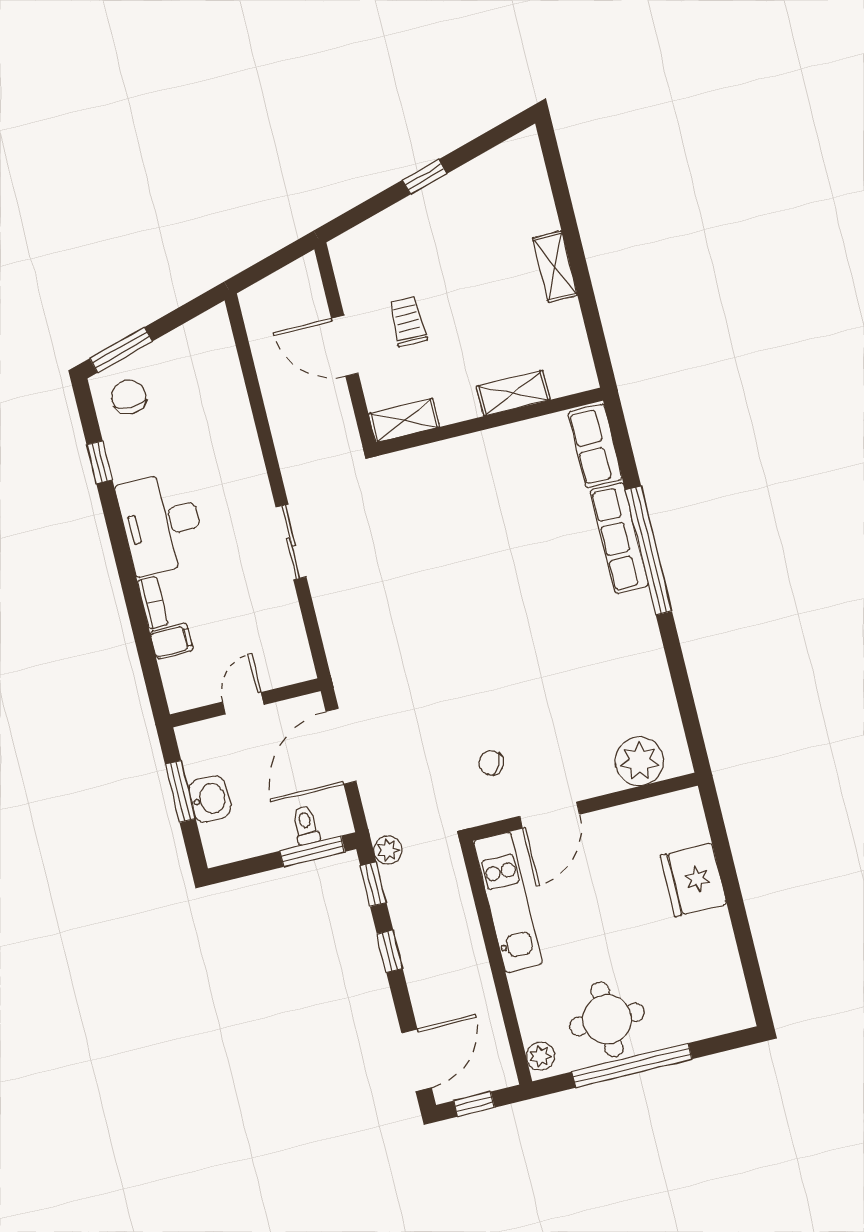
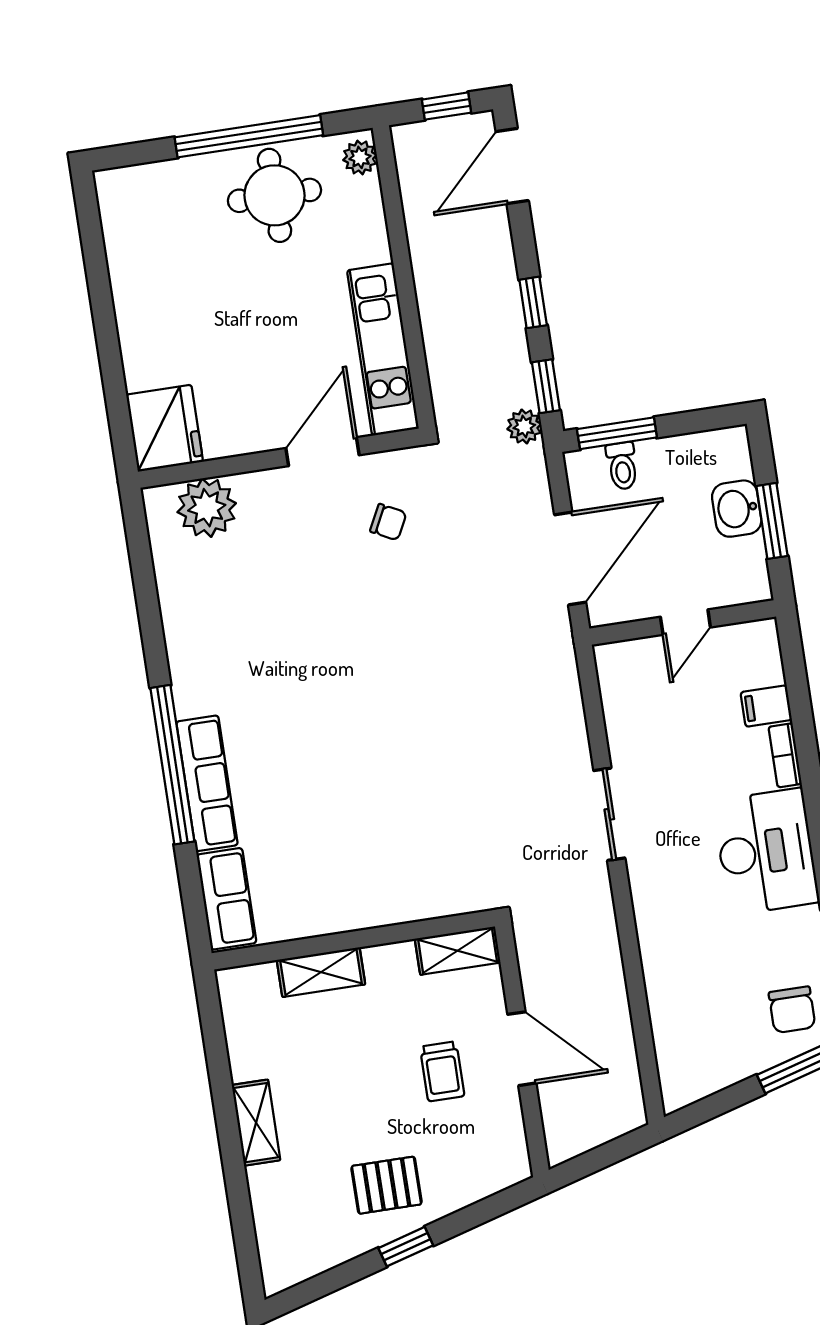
pallet: (445, 225) -> (387, 1185), added
fridge: (693, 880) -> (165, 428), moved

